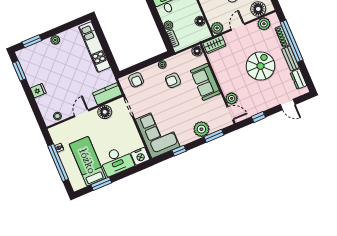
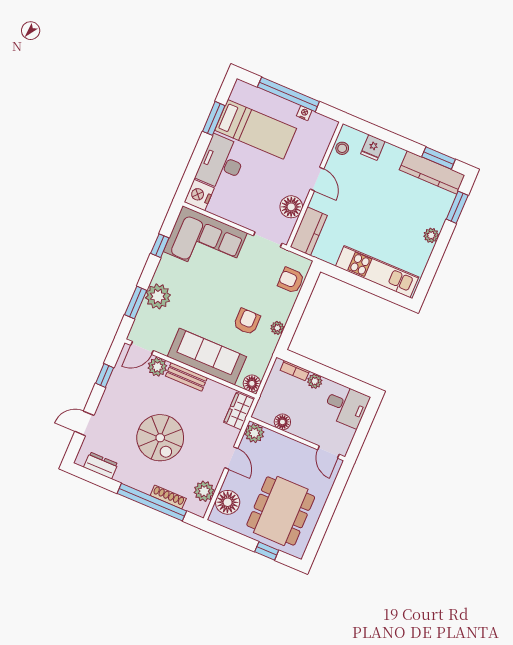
bench: (290, 58) -> (186, 377), moved
kitchen counter: (28, 67) -> (432, 172), added
sofa: (205, 82) -> (207, 357), width x1.36
fridge: (38, 91) -> (373, 147), moved

